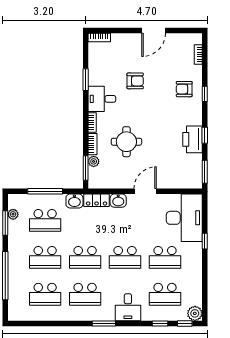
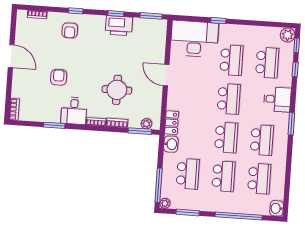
plant: (94, 161) -> (146, 124), moved
window: (45, 191) -> (159, 185), moved
washbasin: (118, 201) -> (277, 208), moved, turned 180
plant: (13, 214) -> (165, 203), moved

